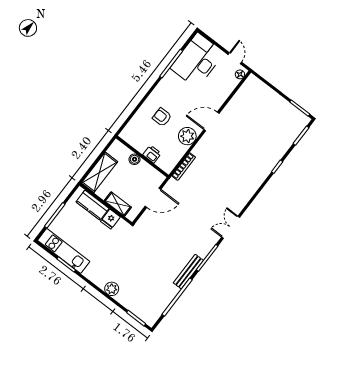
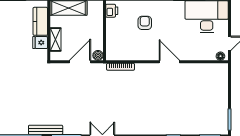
plant: (187, 136) -> (145, 52), removed
printer: (152, 154) -> (112, 11), moved
boiler: (135, 159) -> (98, 55), moved
door: (153, 198) -> (80, 62), swing flipped

